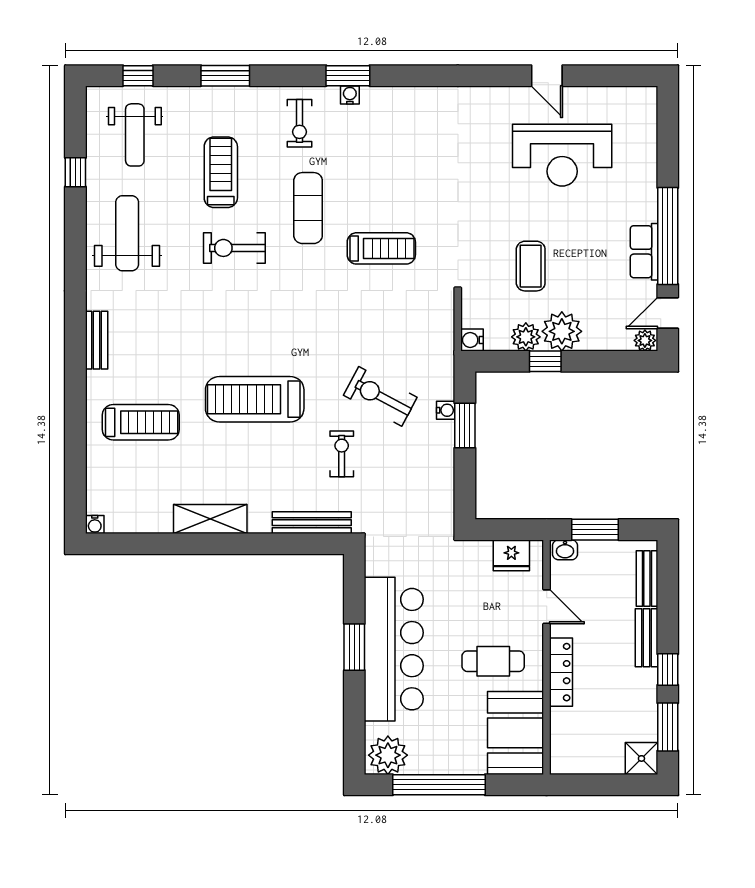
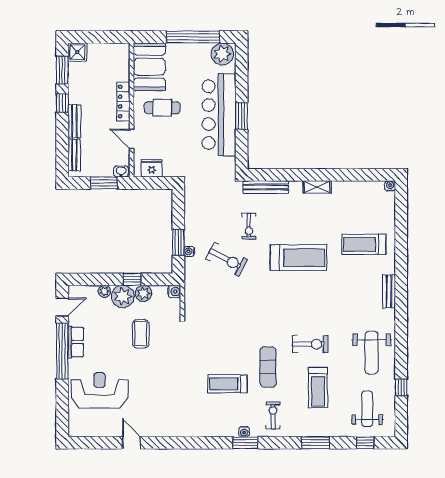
reception desk: (562, 155) -> (100, 390), moved
treadmill: (381, 248) -> (227, 384), moved
plant: (645, 340) -> (104, 291), moved
shelving: (210, 519) -> (317, 187), width x0.67, depth x0.75

